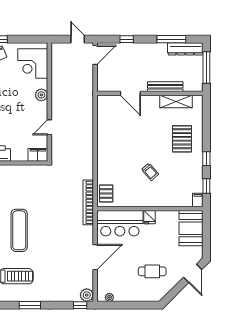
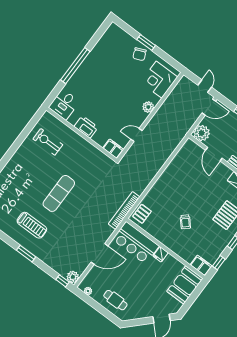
plant: (106, 83) -> (202, 133), added
filing cabinet: (198, 200) -> (201, 265), width x2.00
cafe table: (152, 271) -> (115, 300), moved

